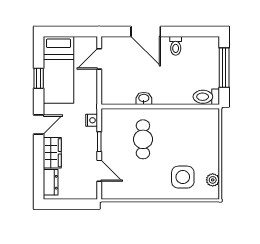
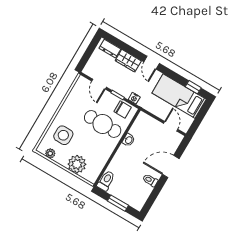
window: (224, 68) -> (118, 203), width x0.69
window: (39, 78) -> (193, 87), moved
chair: (112, 126) -> (123, 109), added
cafe table: (143, 139) -> (103, 124), width x1.37, depth x1.35
plant: (207, 142) -> (77, 164), added
door: (99, 171) -> (99, 84), hinge flipped

